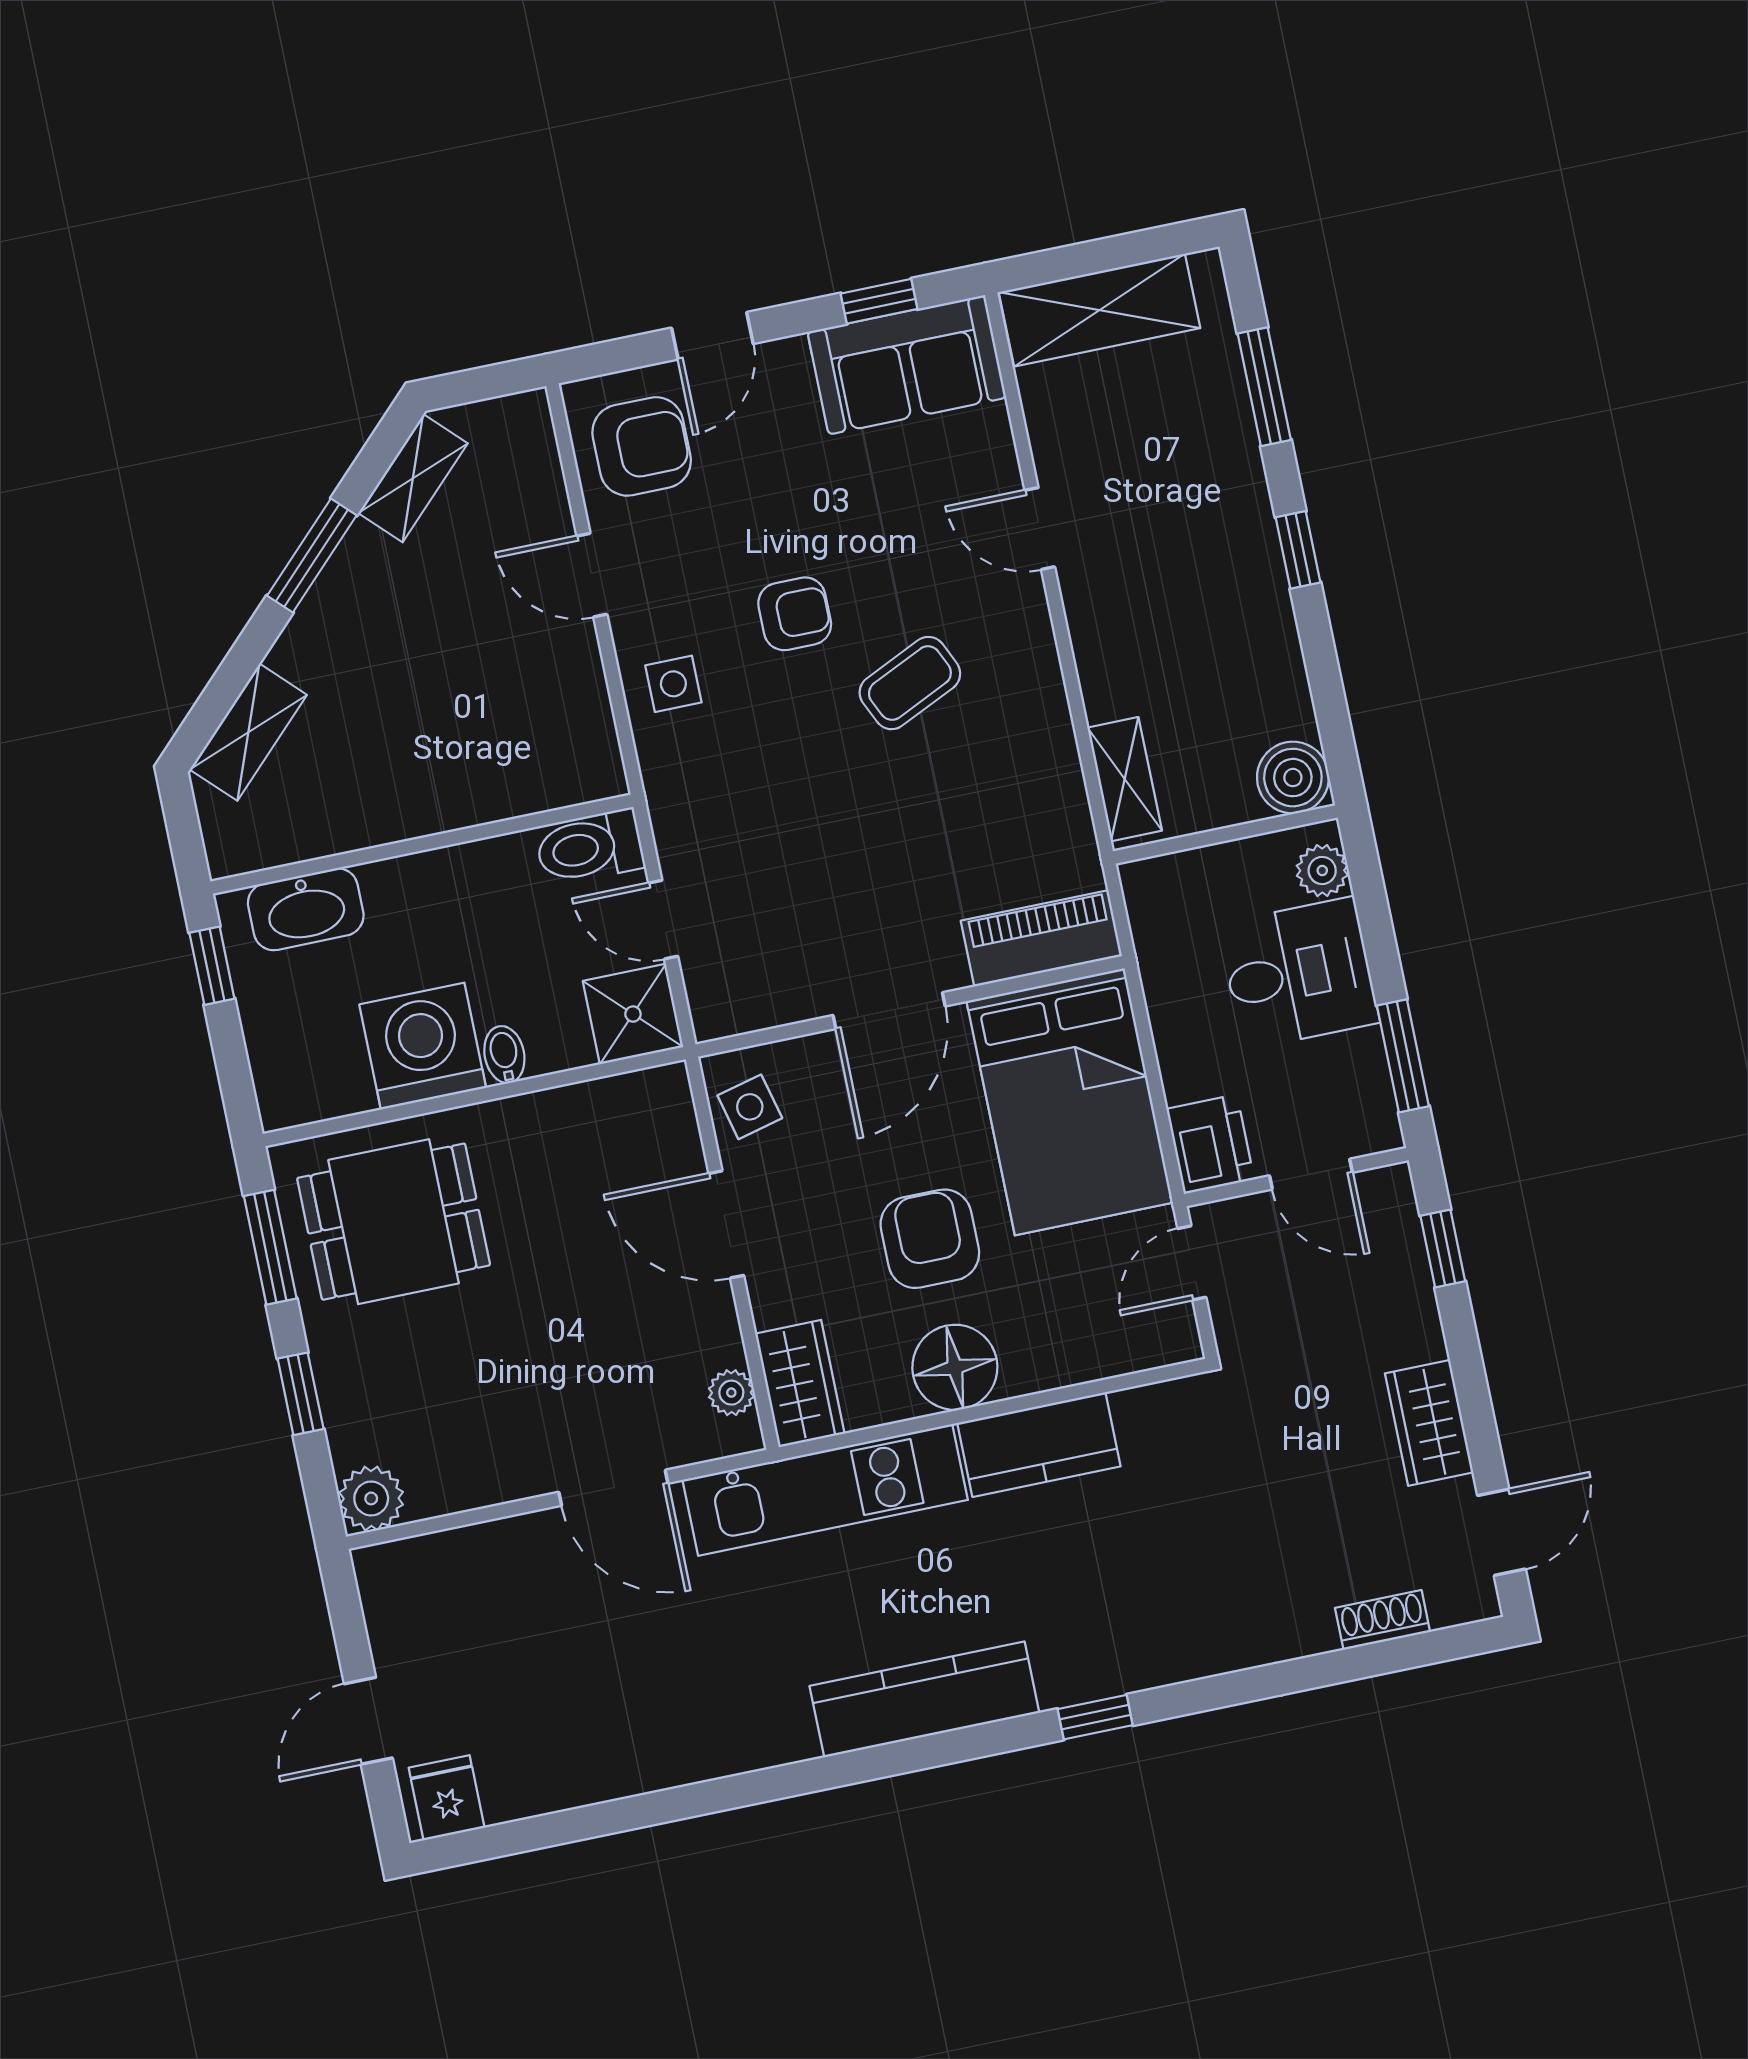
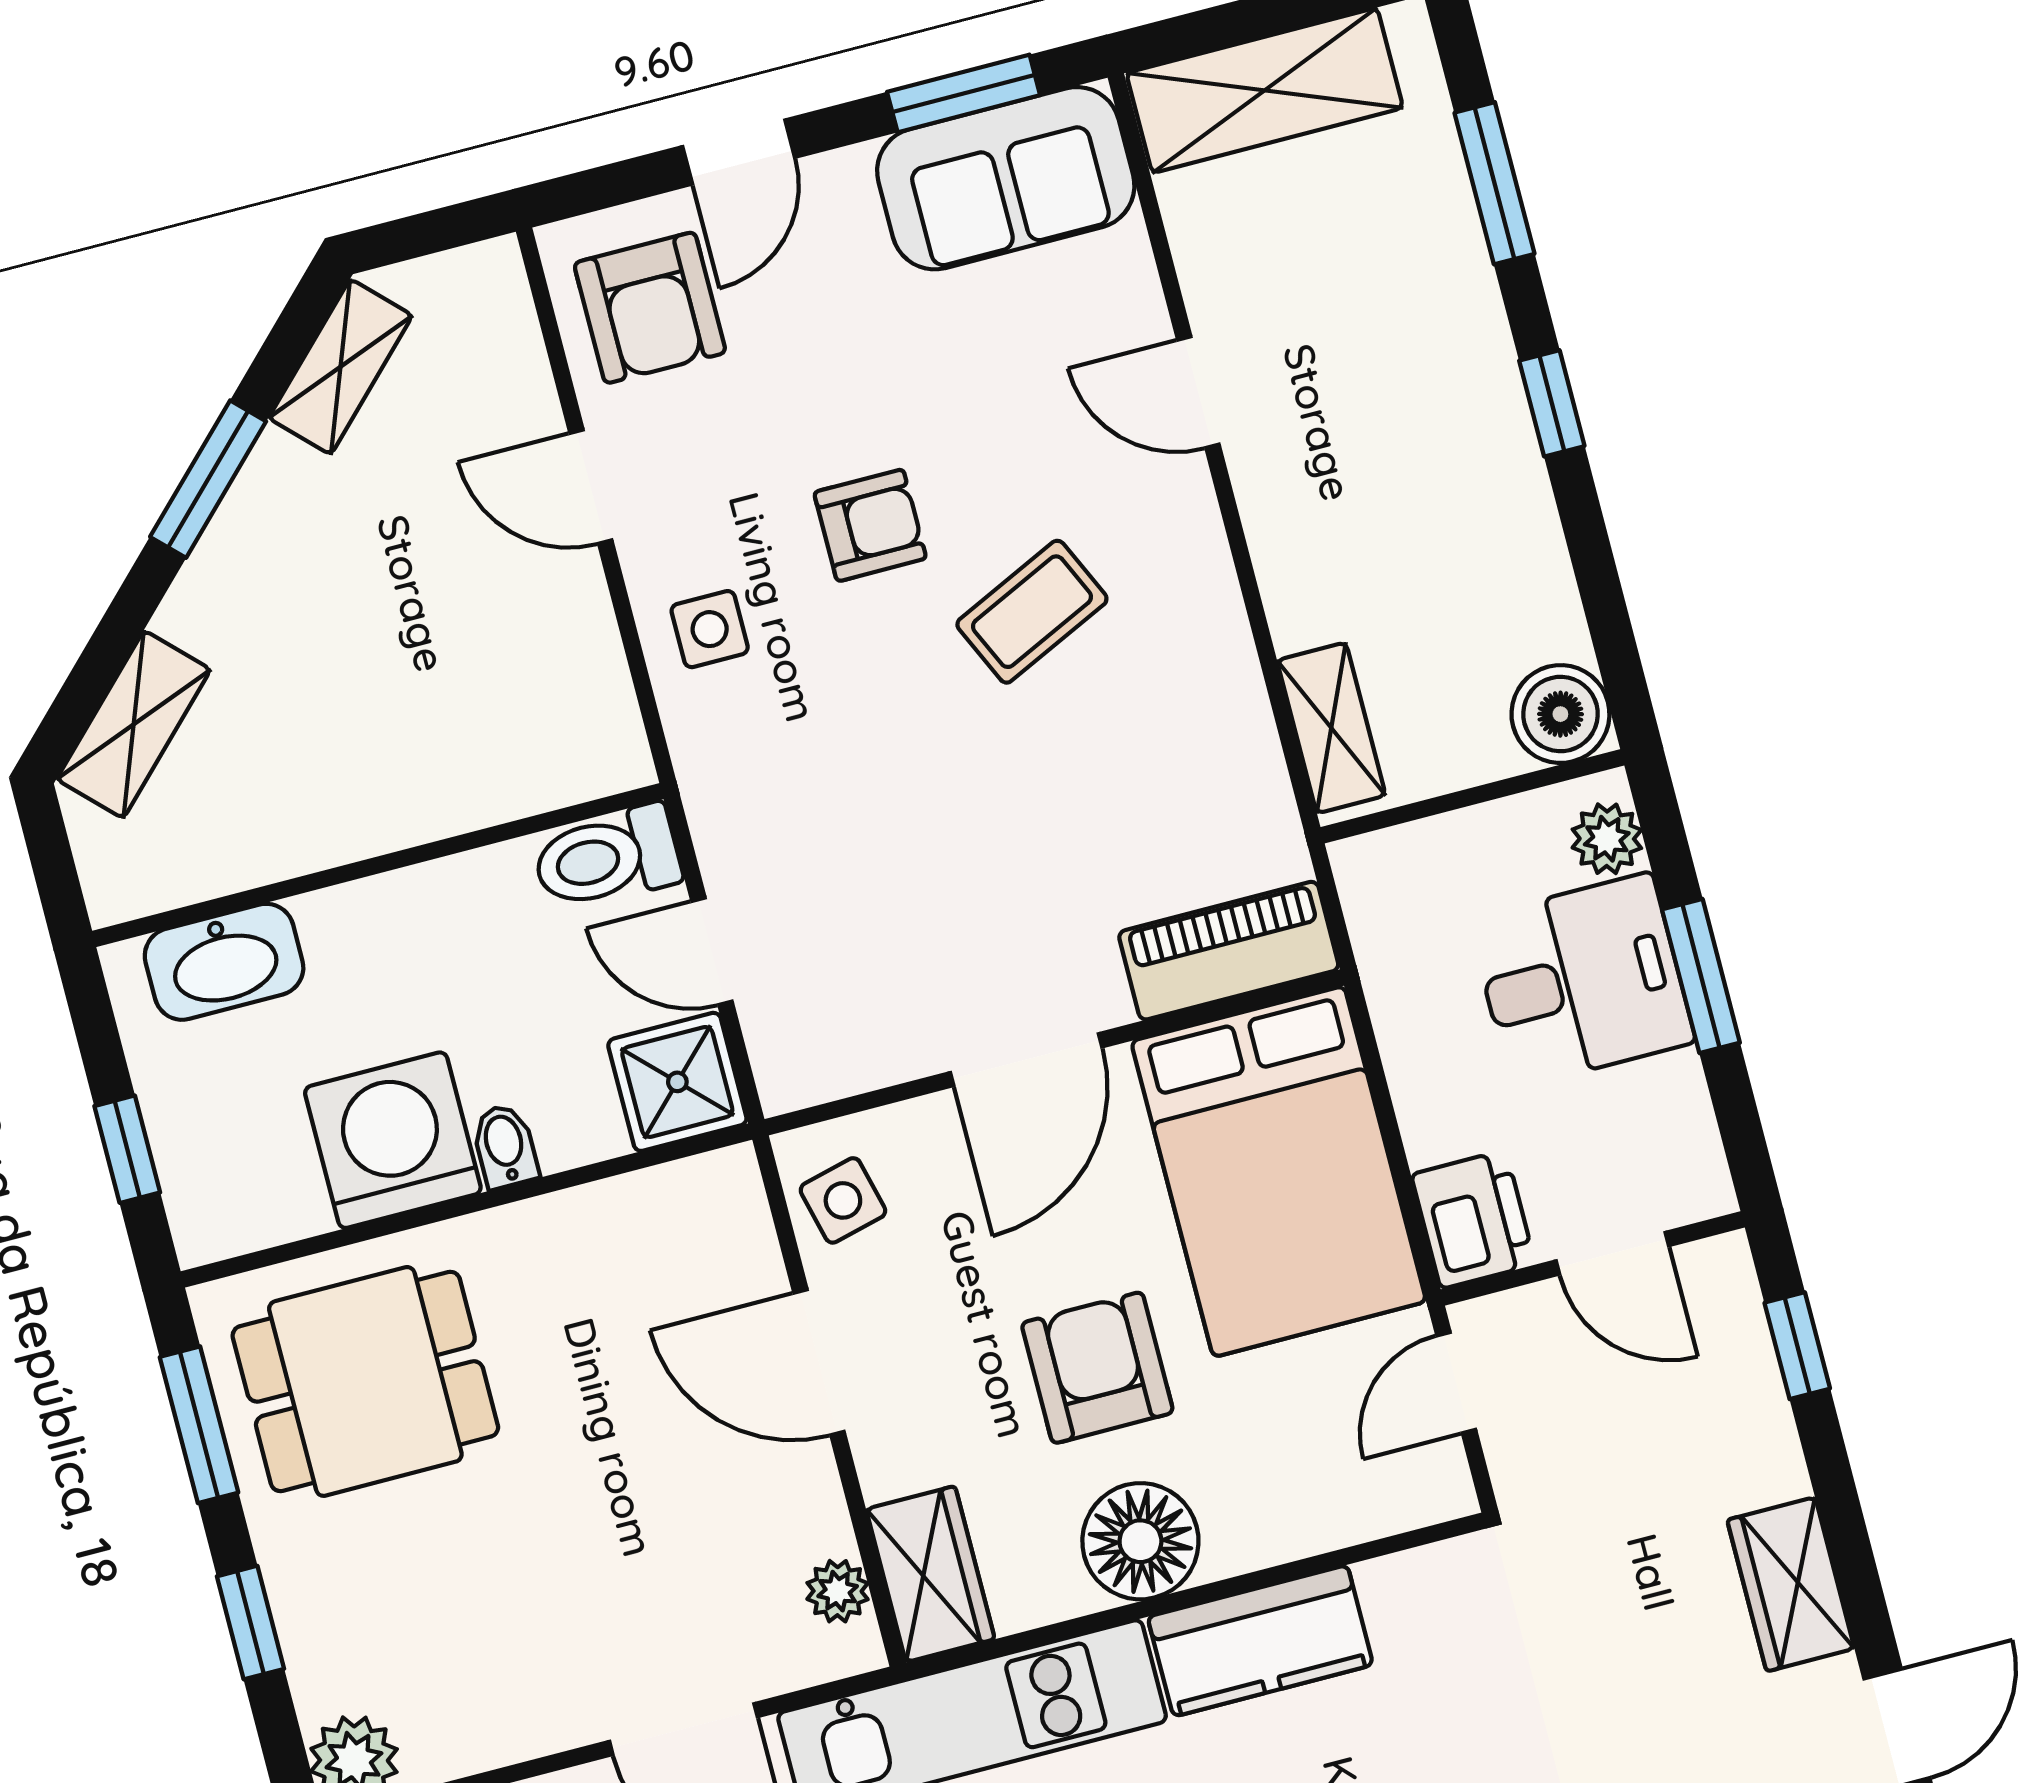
window: (879, 301) -> (964, 93), width x1.50
armchair: (642, 446) -> (650, 308), turned 90
window: (212, 966) -> (127, 1149), moved
window: (1403, 1056) -> (1701, 976), moved

